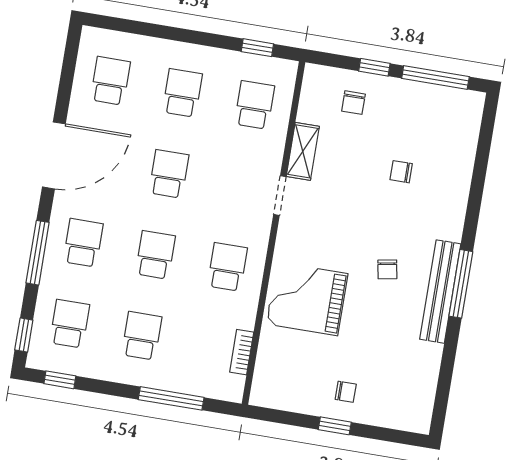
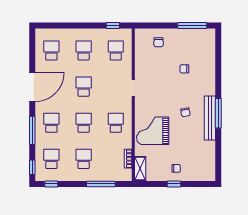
window: (374, 67) -> (165, 25), removed
shelving: (303, 151) -> (140, 168), moved

